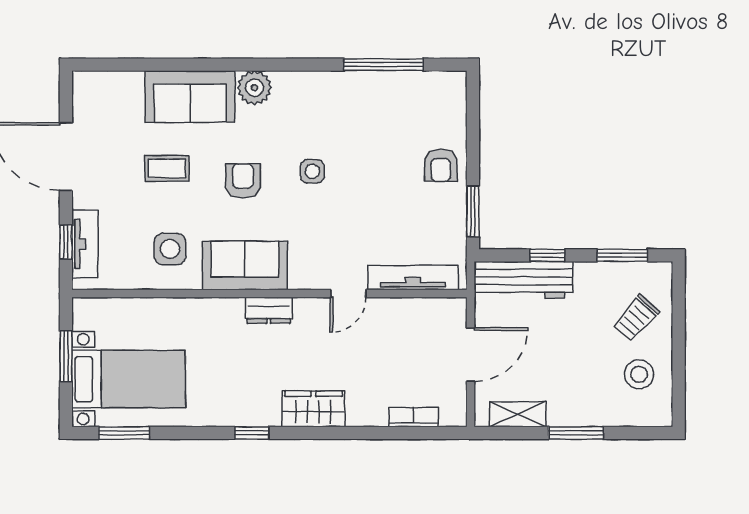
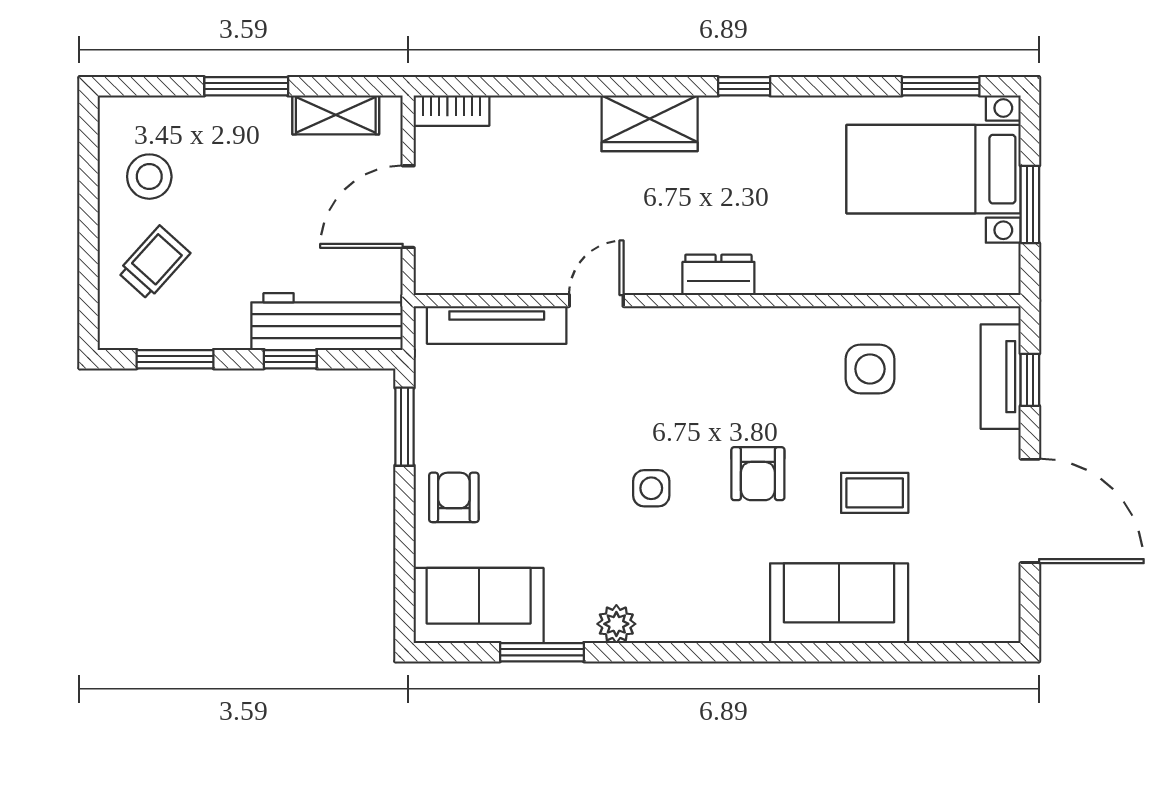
window: (383, 65) -> (542, 652), width x0.69
plant: (254, 88) -> (616, 624), moved, width x0.73, depth x0.73
sofa: (245, 265) -> (479, 605), moved, turned 180
bookcase: (414, 417) -> (452, 111), moved

